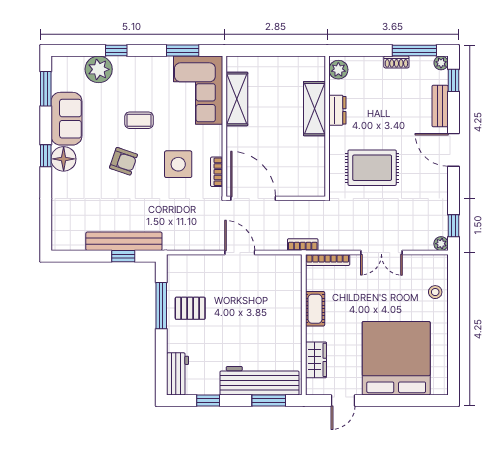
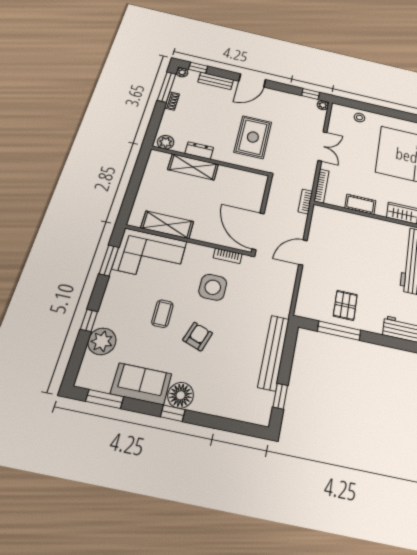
door: (253, 198) -> (258, 231), hinge flipped
window: (123, 256) -> (280, 396), moved

